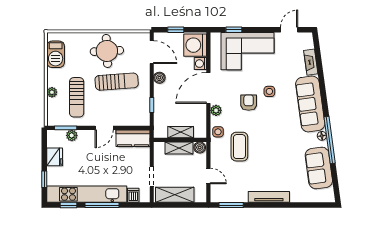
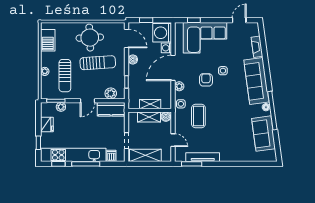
plant: (132, 119) -> (111, 93), added
tv unit: (269, 197) -> (203, 157), moved

